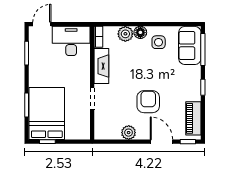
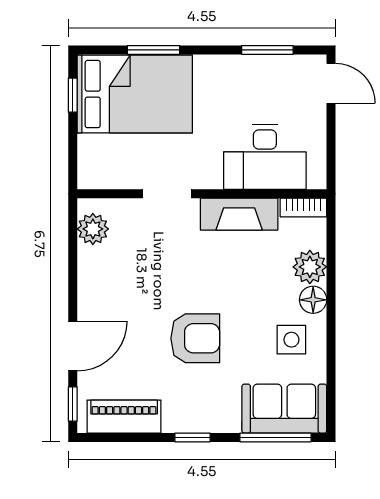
desk: (71, 41) -> (265, 157), moved, turned 90
armchair: (148, 102) -> (195, 338), moved
plant: (129, 133) -> (93, 229), moved

